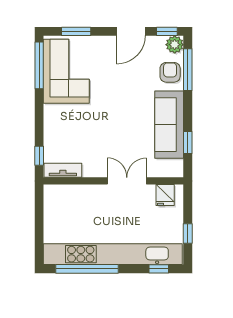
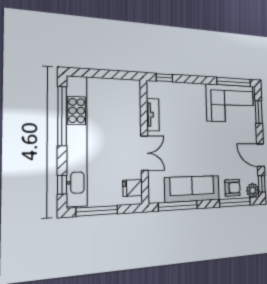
window: (188, 143) -> (178, 206), width x2.17
tv unit: (63, 170) -> (153, 115), moved
window: (188, 234) -> (97, 211), width x2.17

